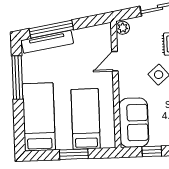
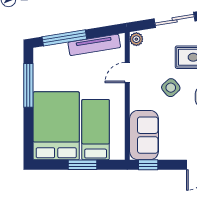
tv unit: (47, 42) -> (94, 45), moved
bed: (39, 117) -> (56, 126), width x1.50
window: (152, 151) -> (148, 165), moved

